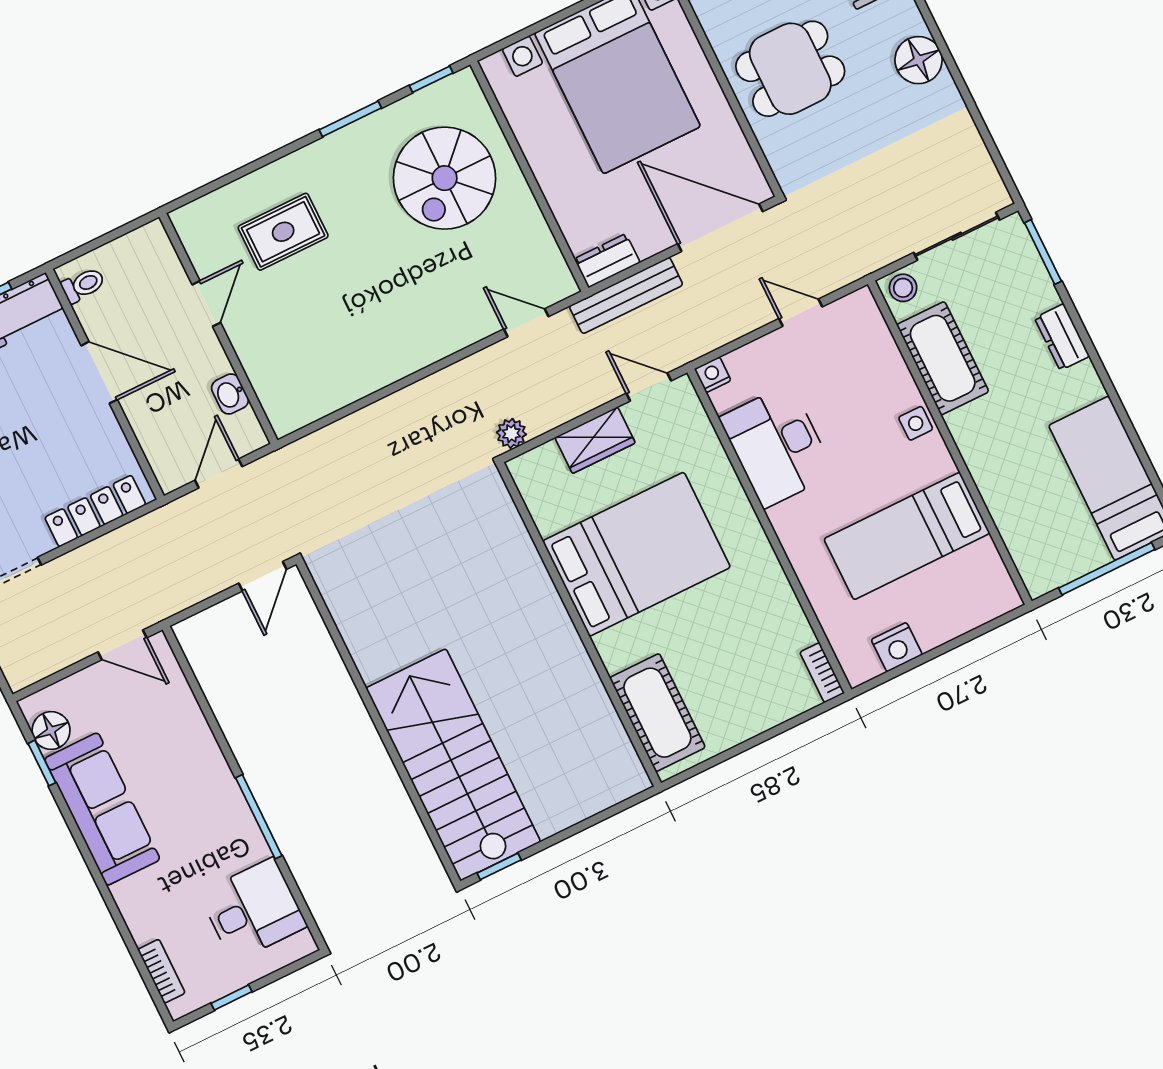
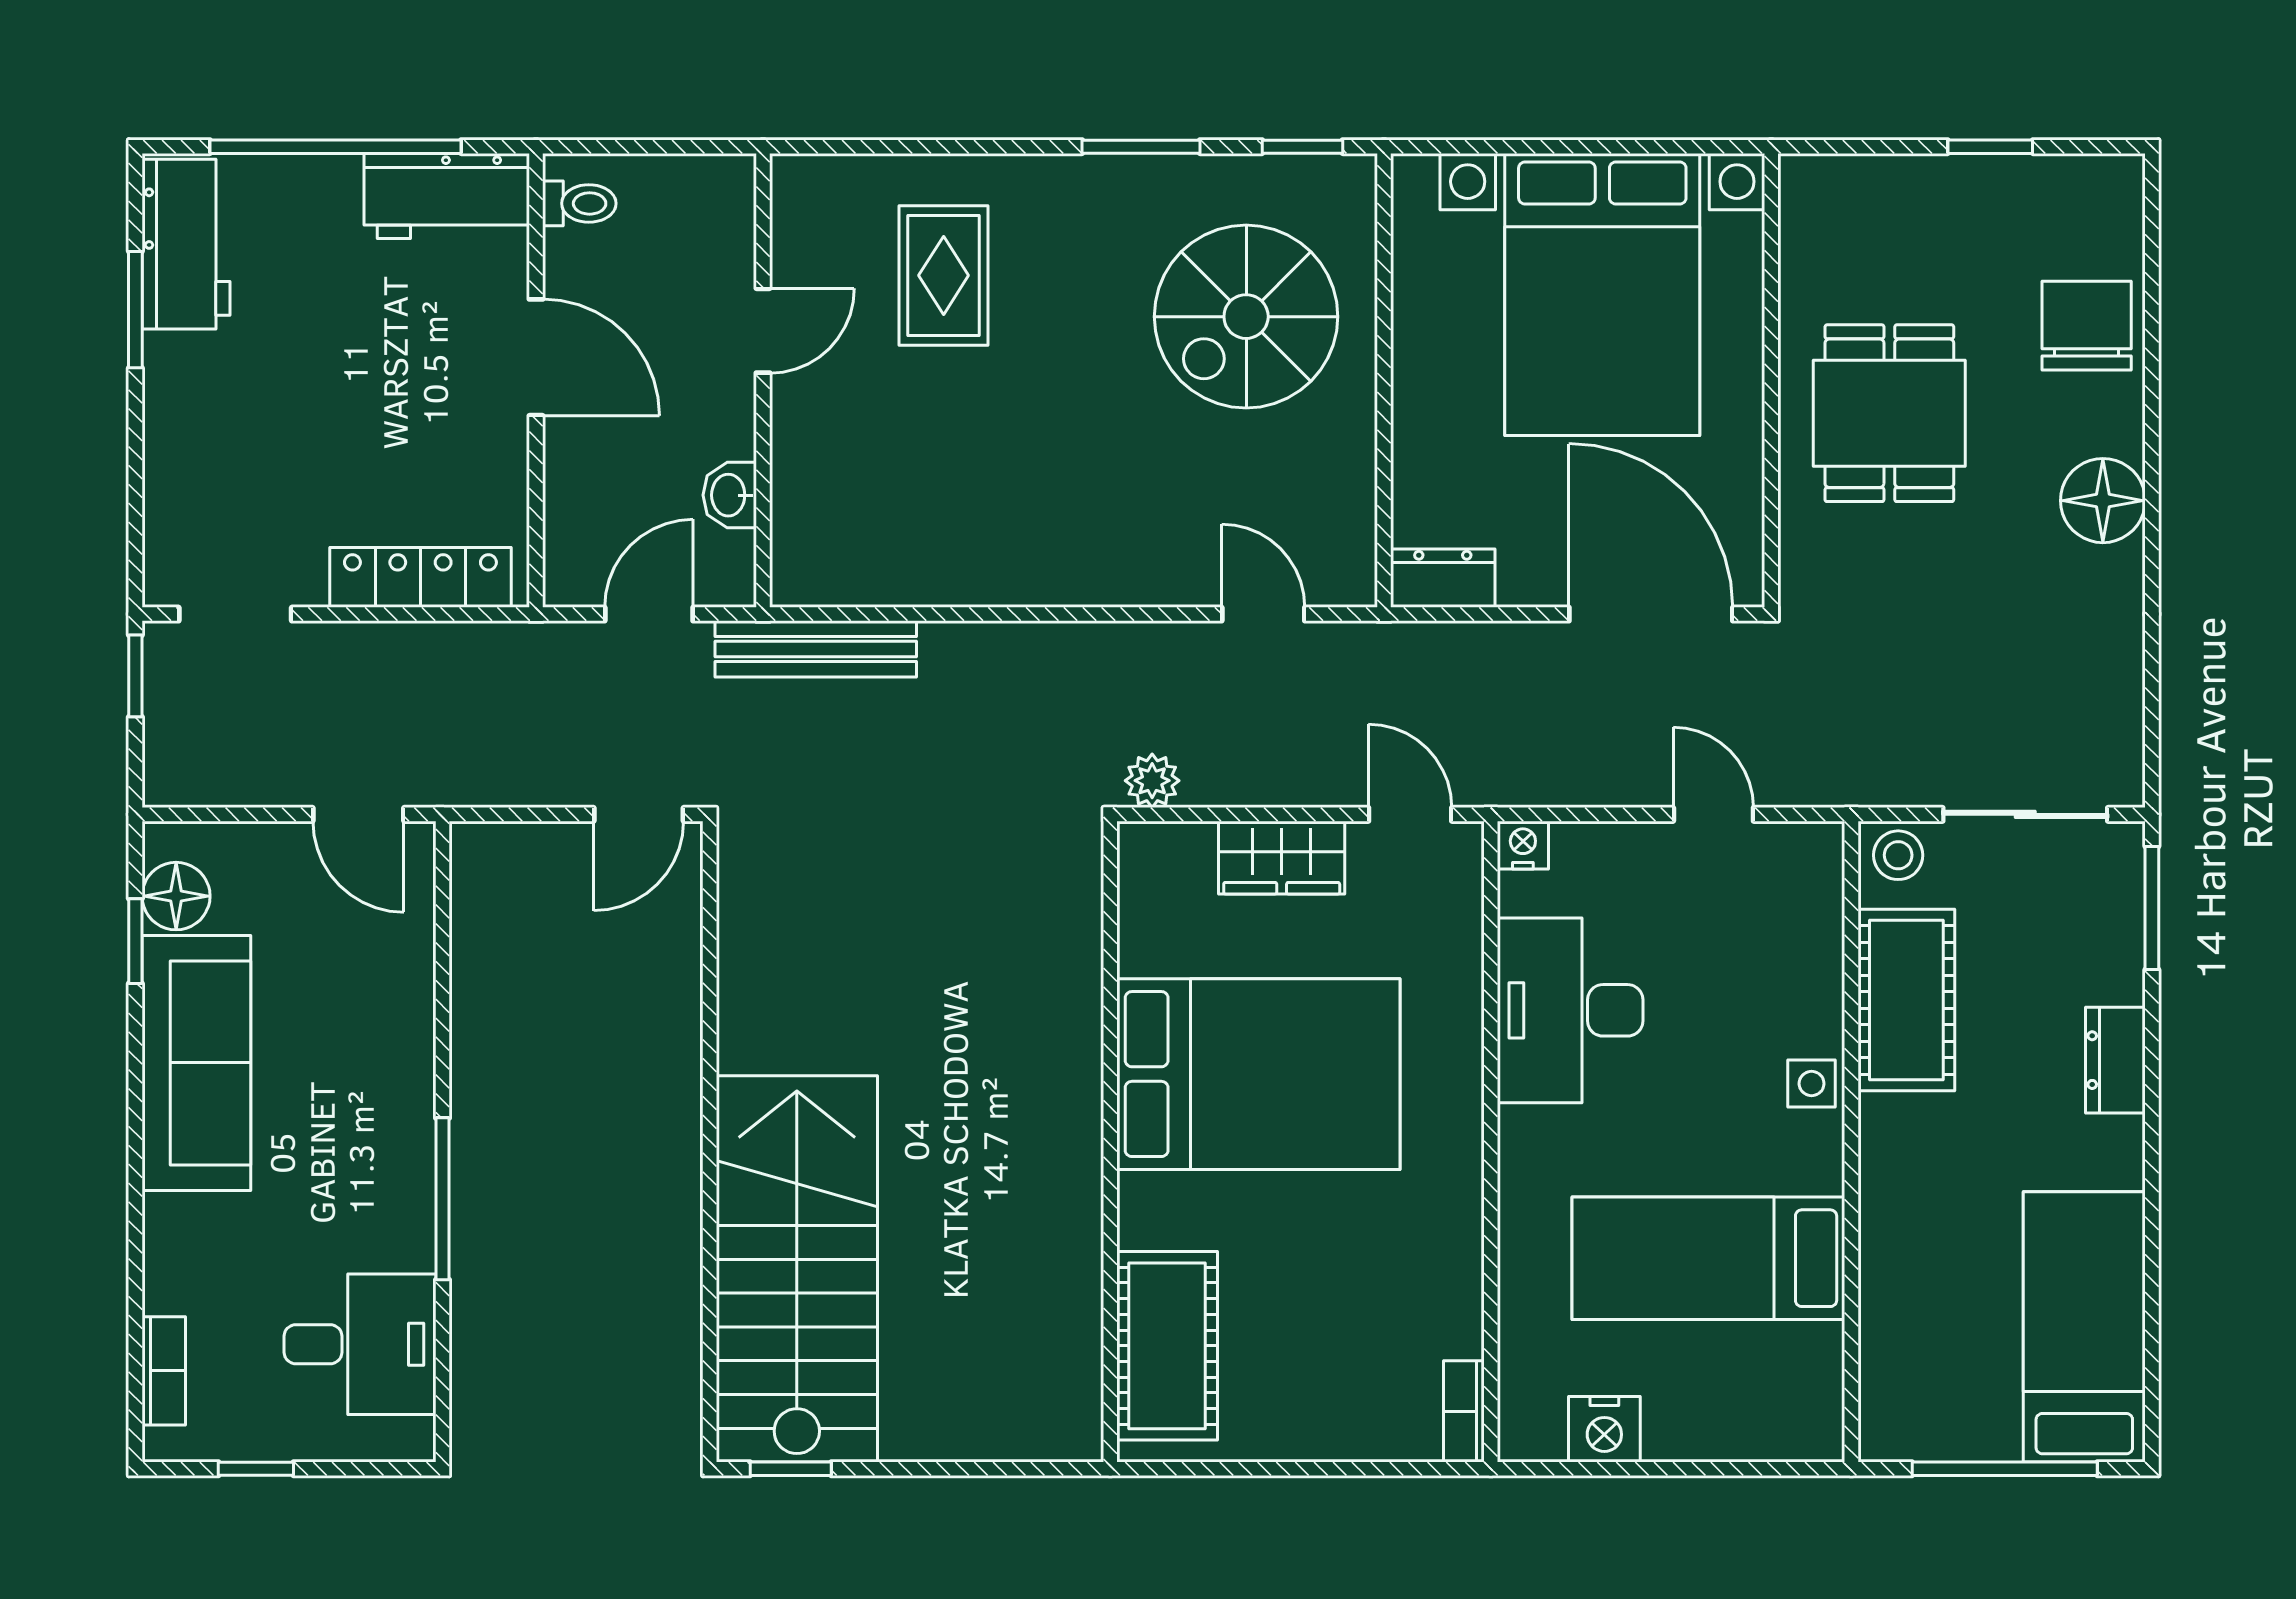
dining table: (790, 69) -> (1889, 413), turned 90
rug: (283, 232) -> (944, 275), turned 90
bench: (626, 295) -> (816, 649), moved

